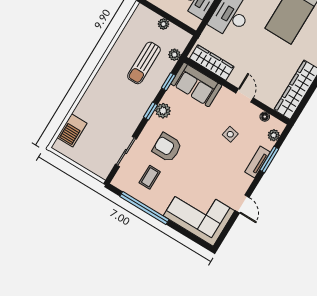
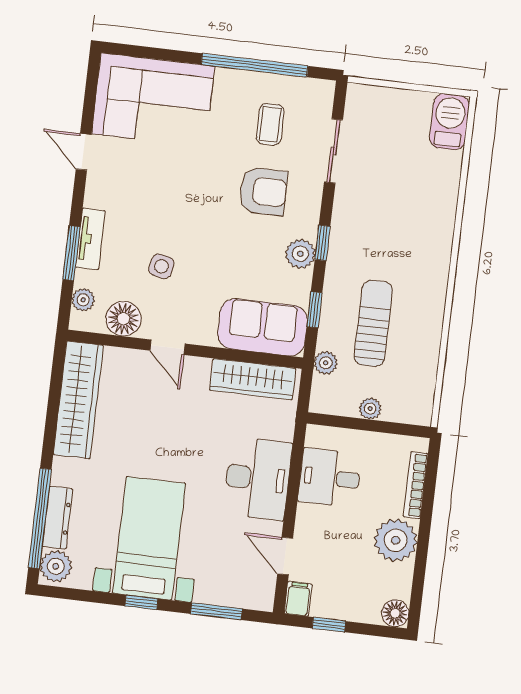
floor lamp: (265, 117) -> (123, 319), width x1.89, depth x1.89
barbecue: (72, 130) -> (449, 122), moved

